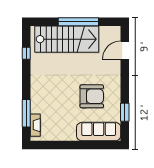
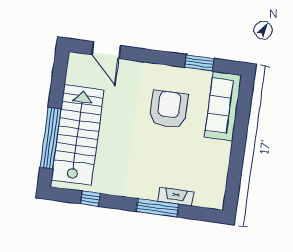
window: (78, 22) -> (50, 138), moved
window: (26, 113) -> (158, 208), moved
fireplace: (35, 125) -> (176, 197), moved

